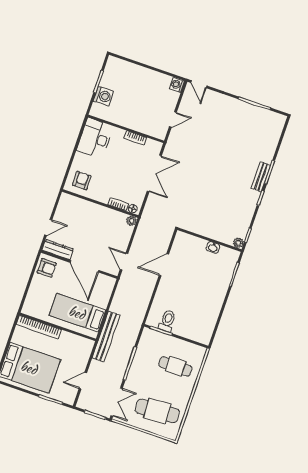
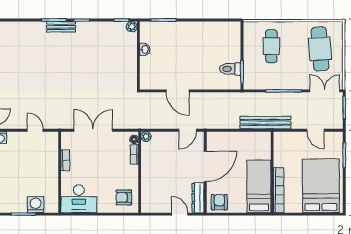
bed: (77, 313) -> (259, 186), moved, turned 180

